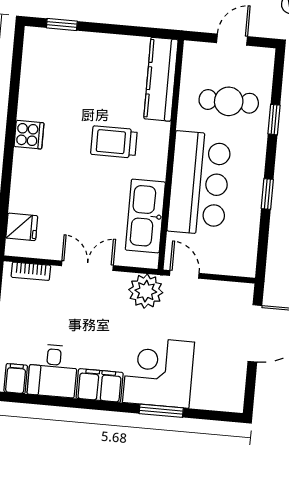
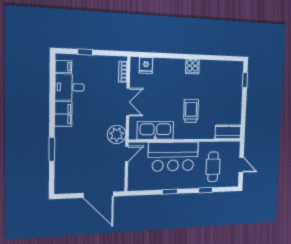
kitchen counter: (161, 79) -> (228, 132), width x0.67
corner desk: (159, 372) -> (73, 146), removed

